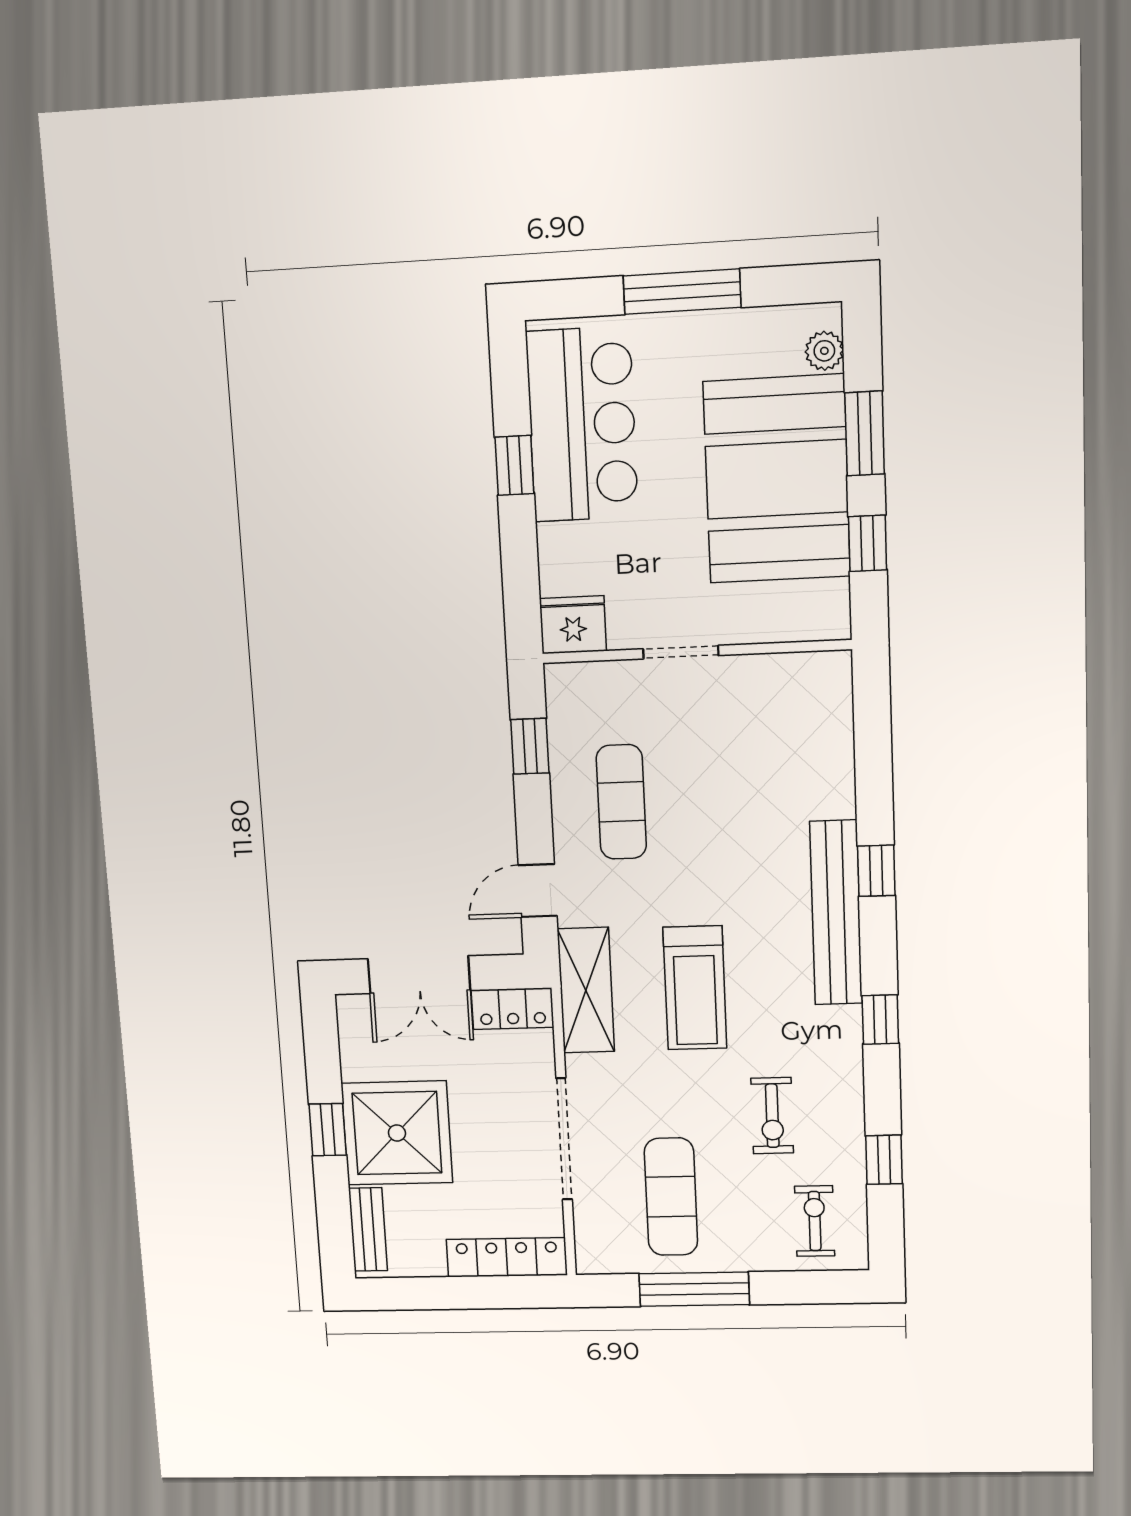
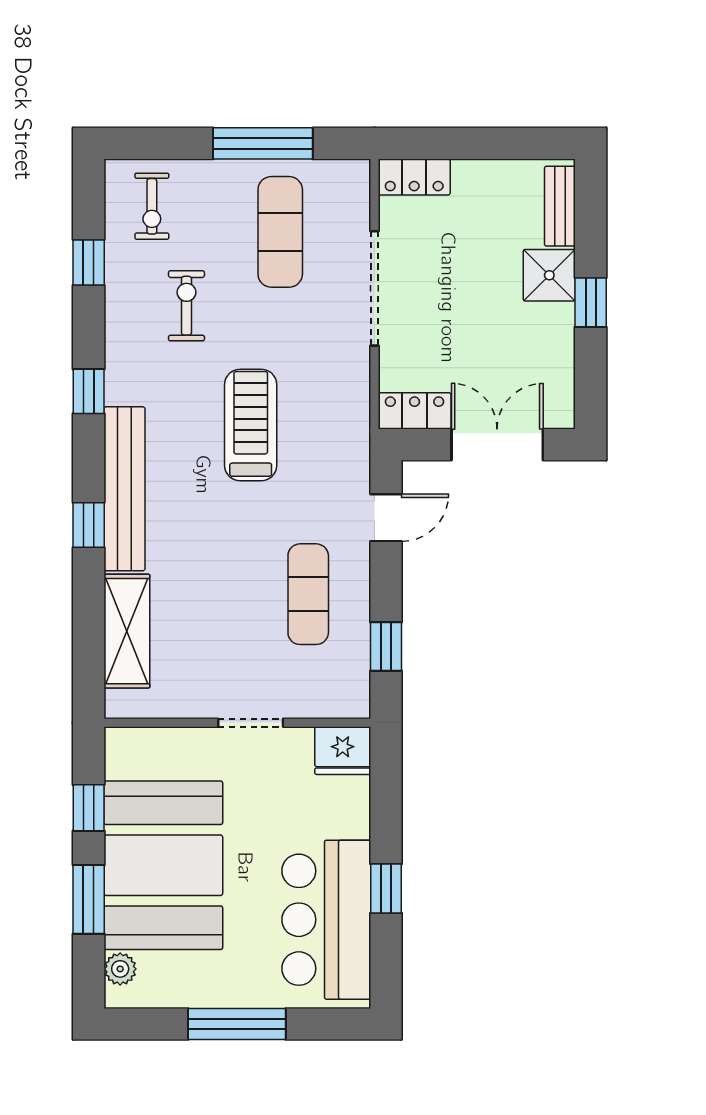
shelving: (586, 990) -> (127, 631), moved
shower: (397, 1133) -> (549, 275), width x0.54, depth x0.54
locker: (507, 1257) -> (414, 177), width x0.66

